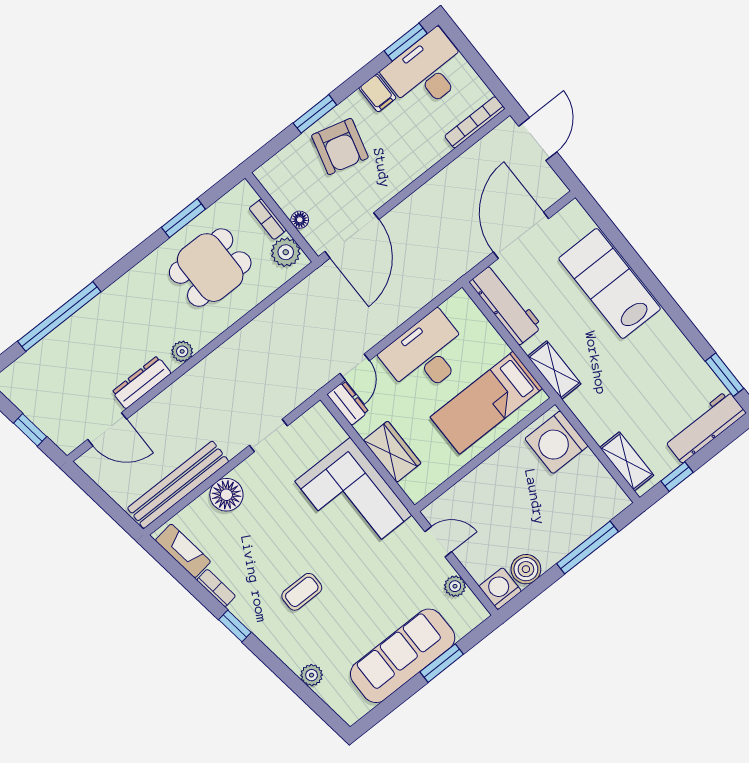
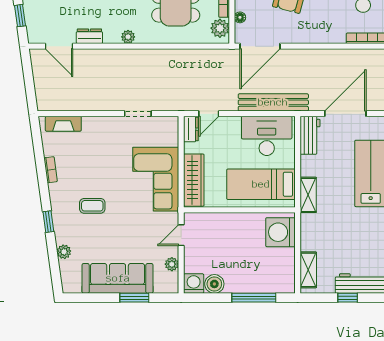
workbench: (506, 304) -> (310, 135), width x0.73
desk: (426, 355) -> (267, 136), moved
dresser: (141, 382) -> (89, 36), width x0.70
wardrobe: (392, 452) -> (194, 180), width x1.50
window: (677, 477) -> (348, 298), moved
bench: (178, 485) -> (273, 102), moved
floor lamp: (226, 495) -> (93, 127), removed
door: (438, 542) -> (181, 235), swing flipped
fireplace: (183, 551) -> (63, 124), moved, turned 98
window: (235, 626) -> (48, 222), moved

